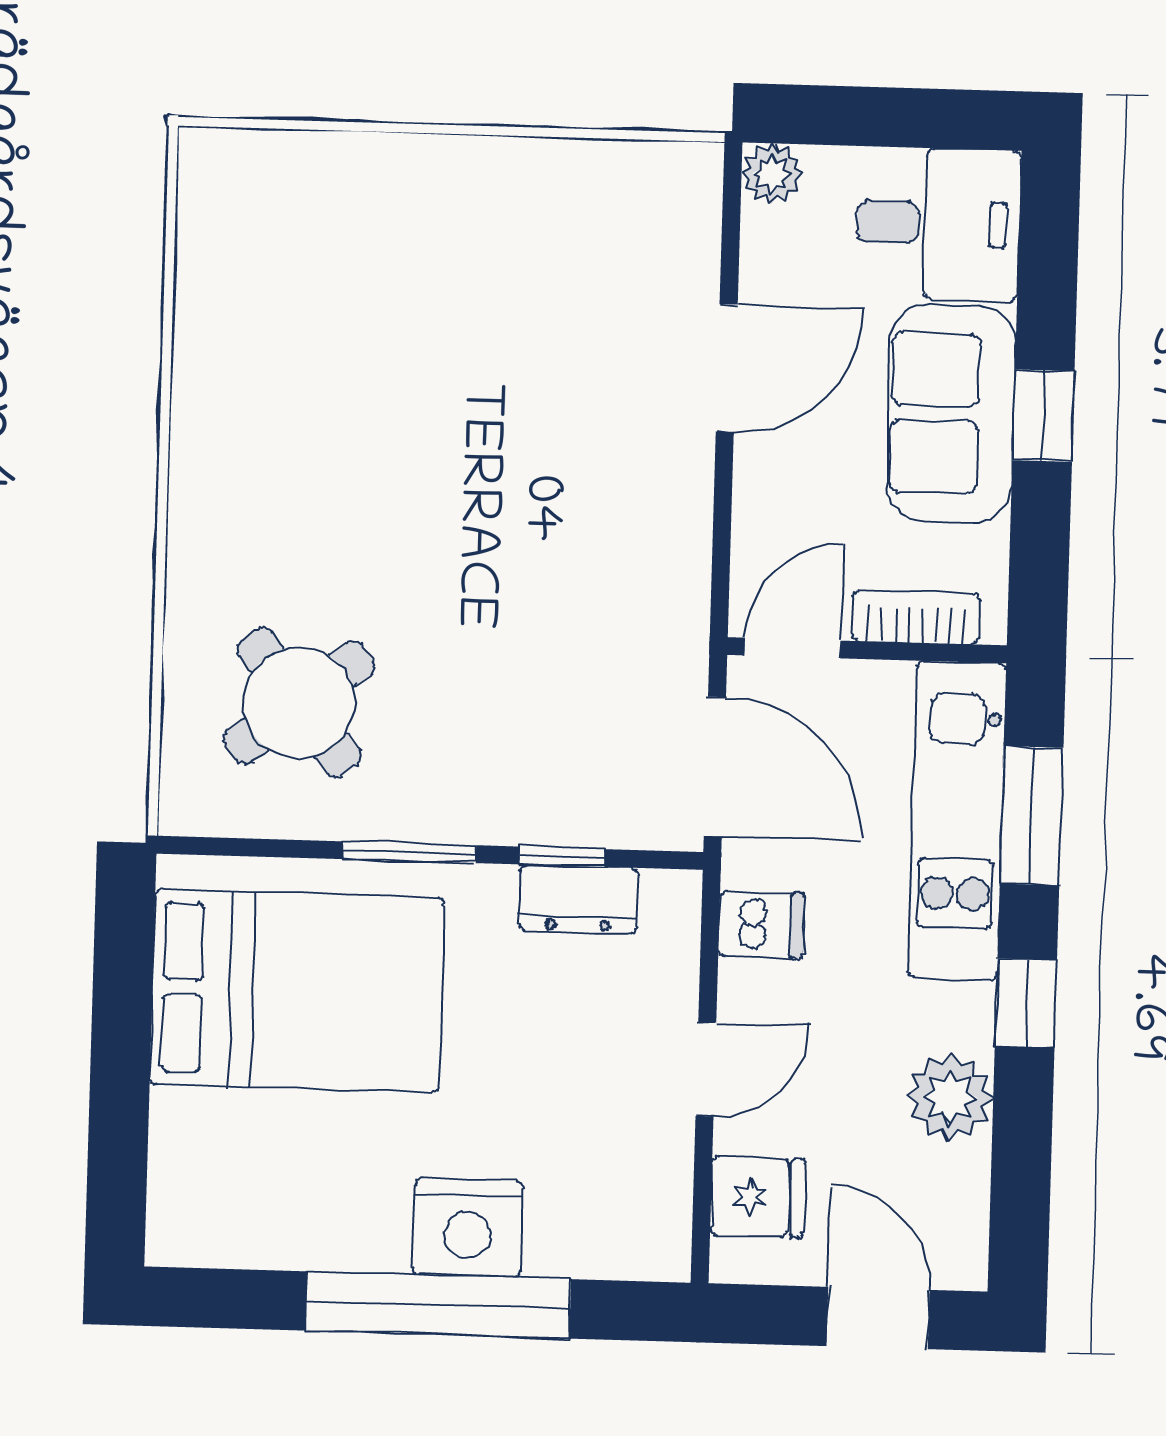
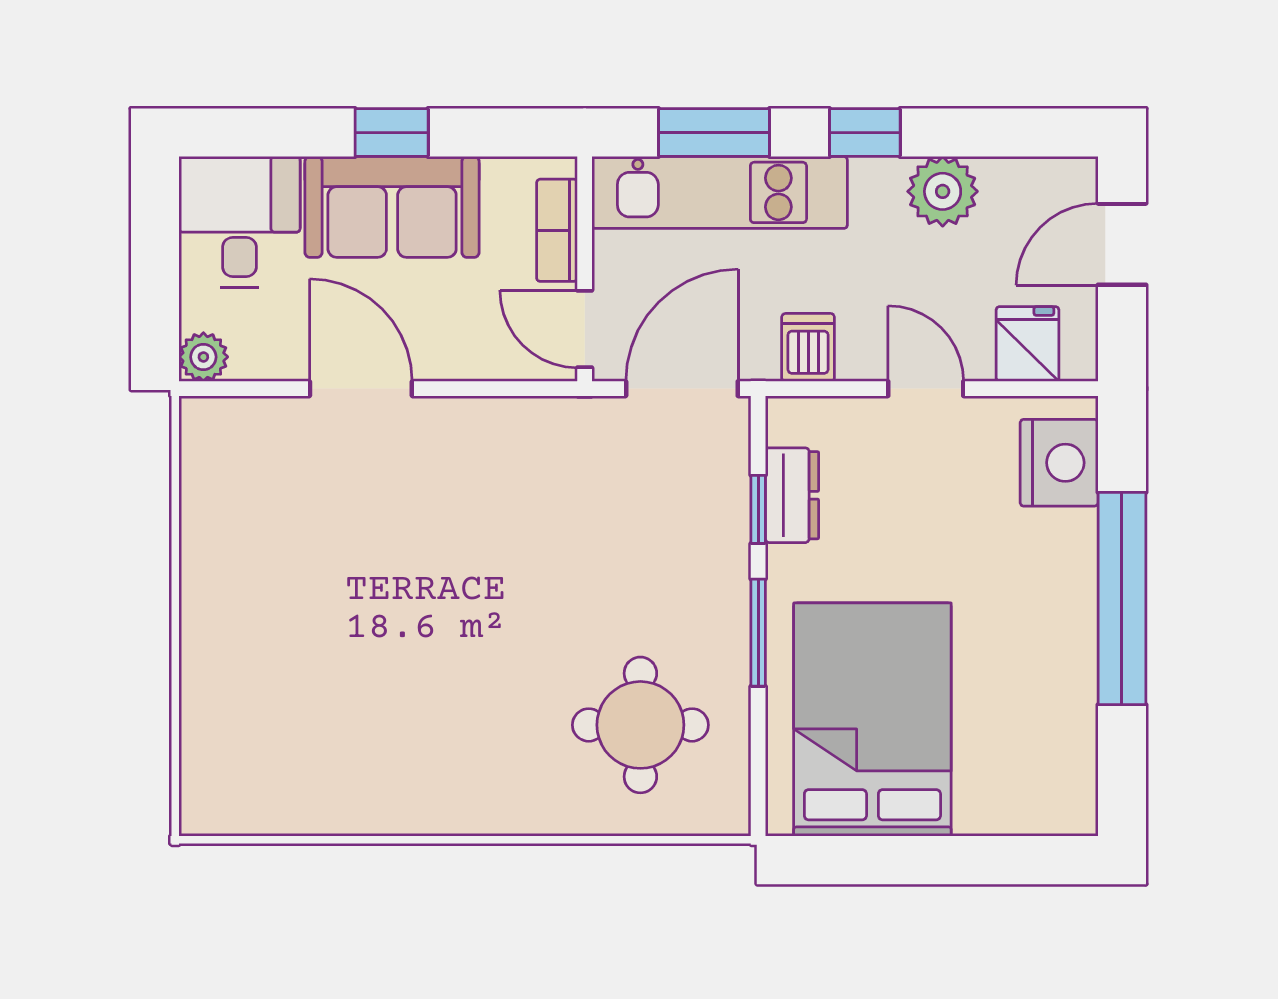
round table: (299, 703) -> (640, 725), turned 38
nightstand: (468, 1228) -> (1059, 463), moved

